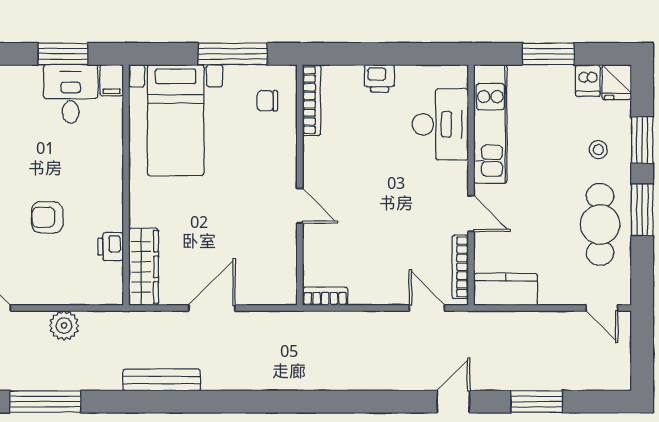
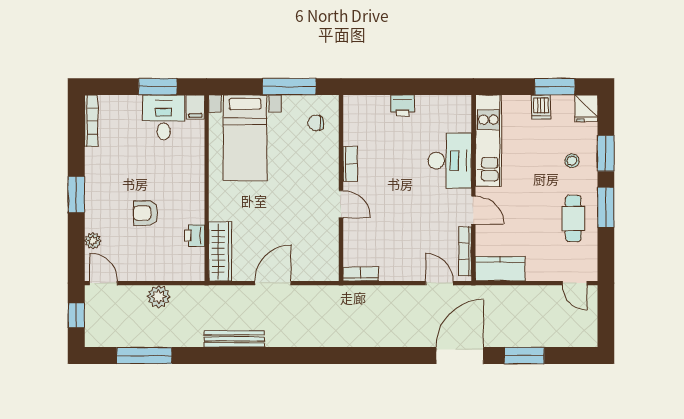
window: (548, 54) -> (555, 87), moved
dishwasher: (588, 80) -> (541, 107), moved
bookcase: (312, 100) -> (350, 164), moved, width x0.64
desk: (440, 124) -> (450, 161), moved
cafe table: (600, 224) -> (573, 218), width x0.73, depth x0.74
door: (453, 402) -> (460, 355), width x1.88

